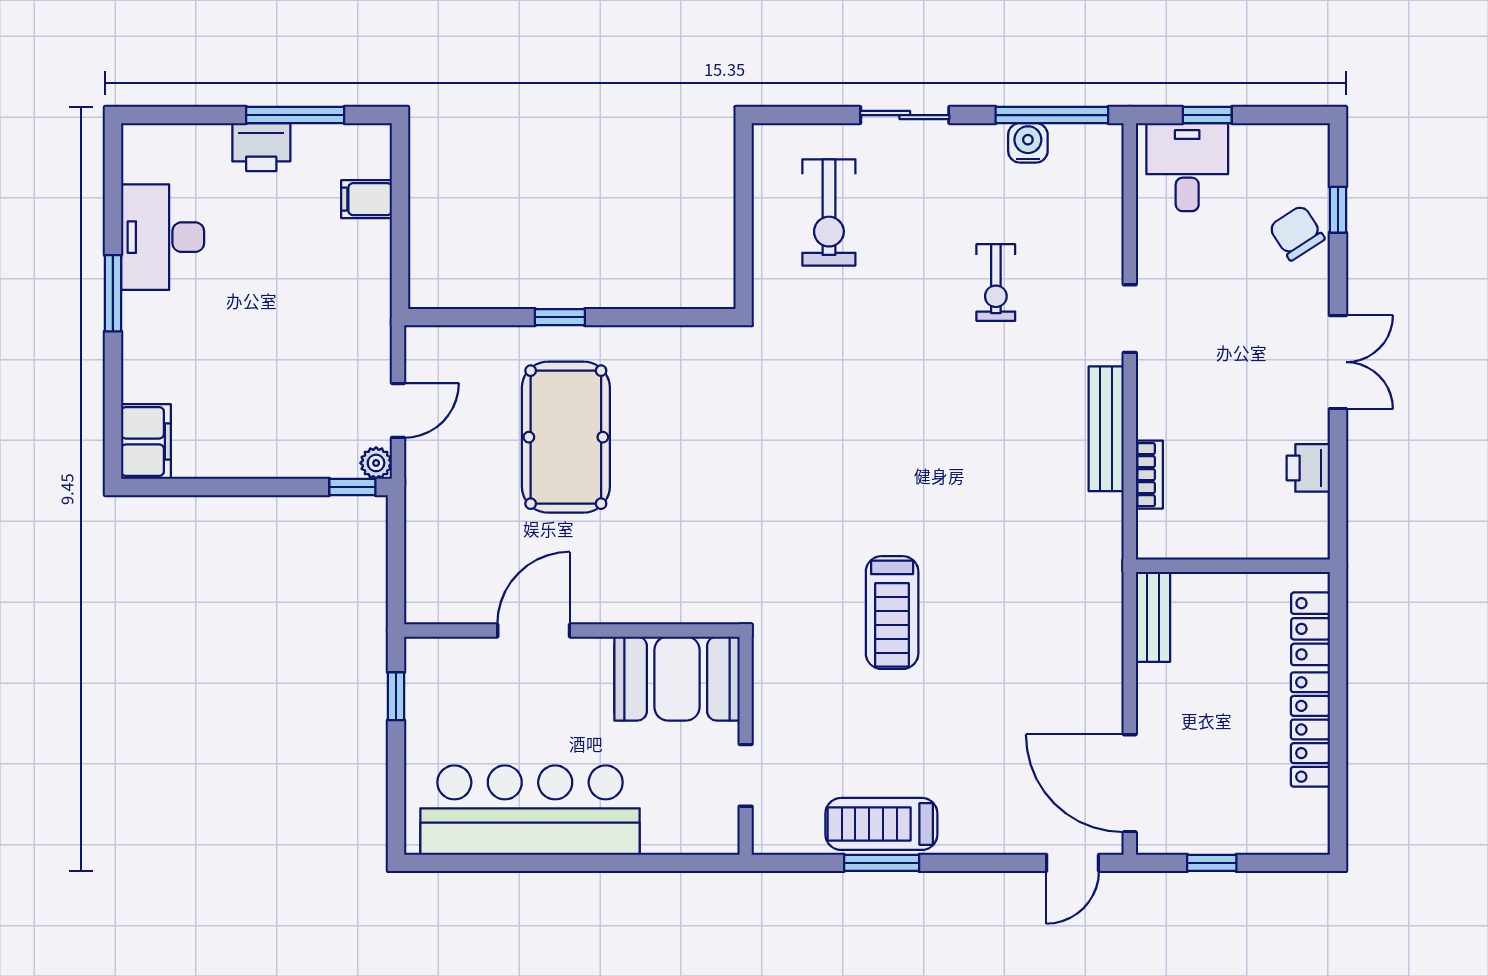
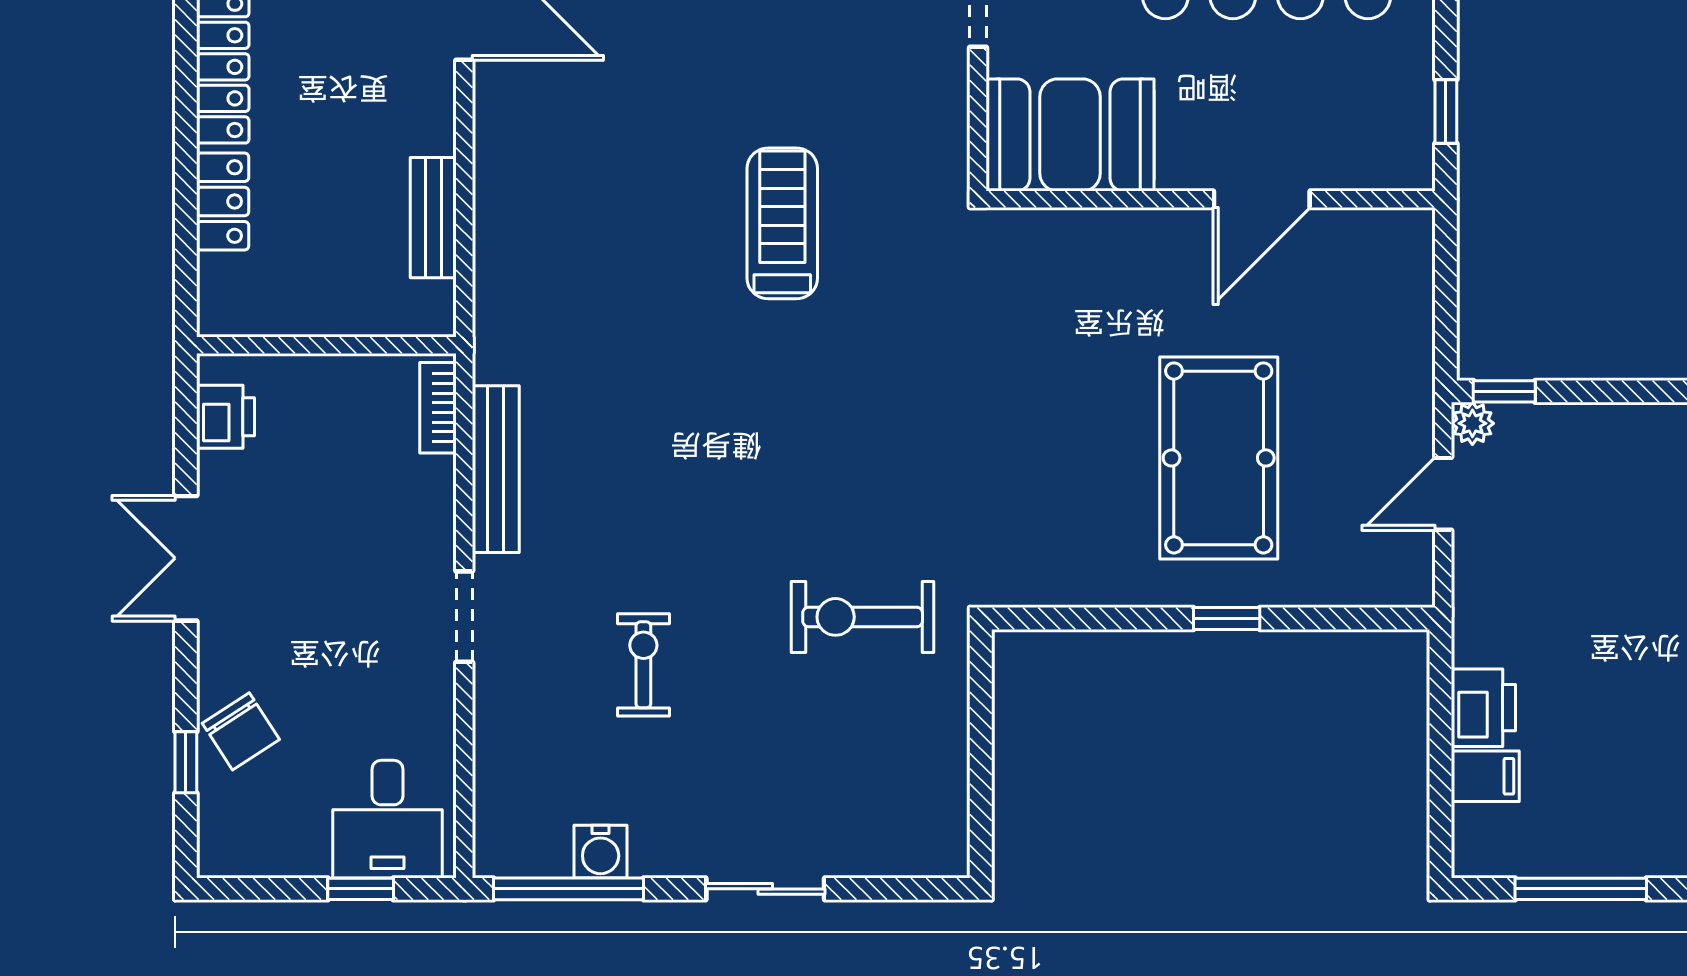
printer: (261, 147) -> (1483, 708), moved, turned 90
exercise bike: (829, 212) -> (863, 617), moved, turned -90
wall: (1233, 566) -> (326, 345), moved

